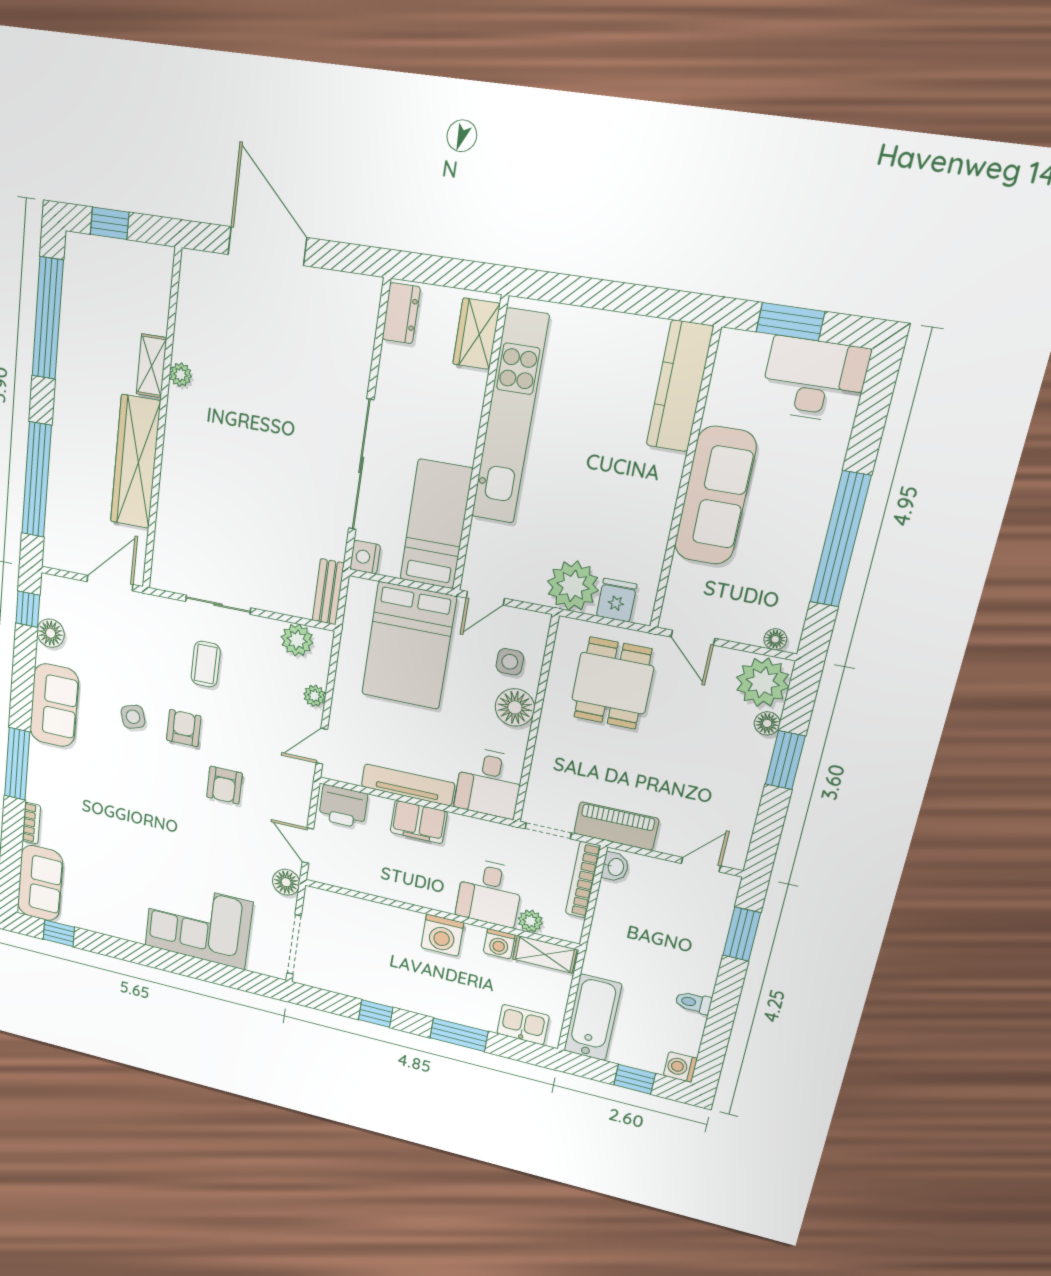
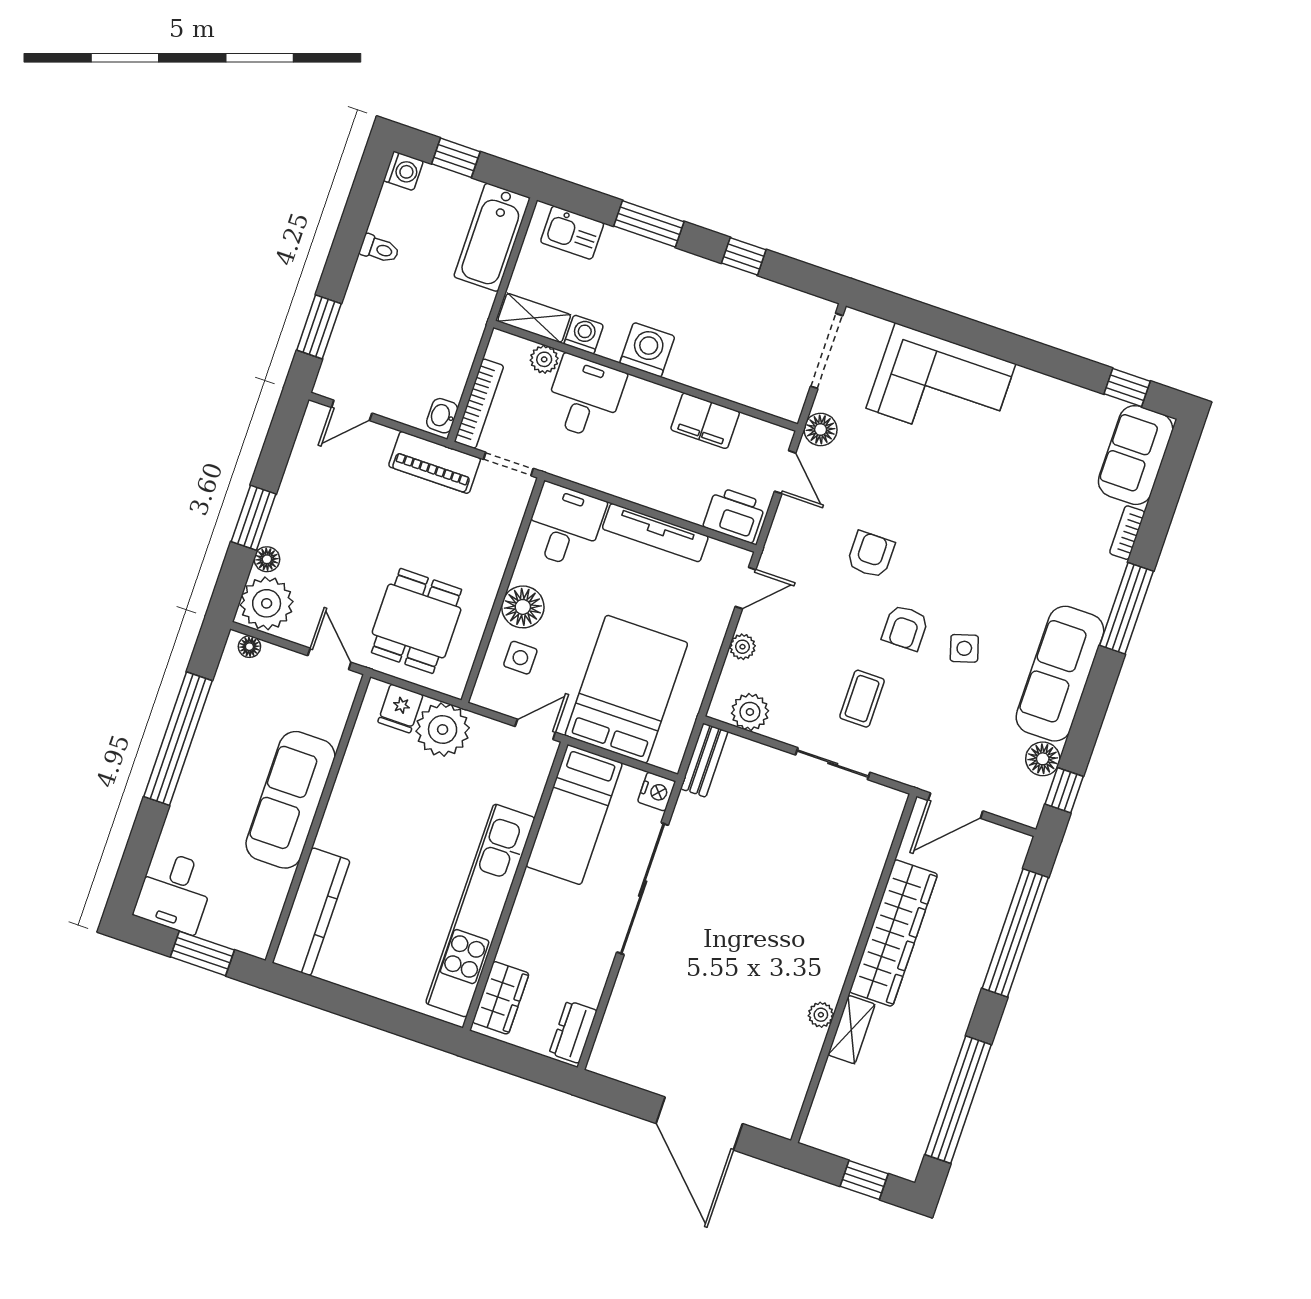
desk: (814, 380) -> (175, 892), width x0.73
sofa: (54, 705) -> (1060, 674), width x1.36
filing cabinet: (419, 822) -> (705, 421), moved, turned 180

